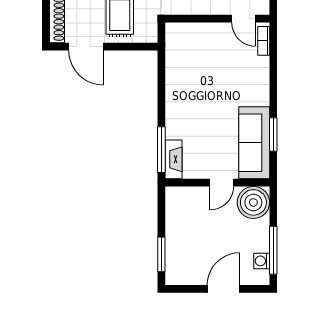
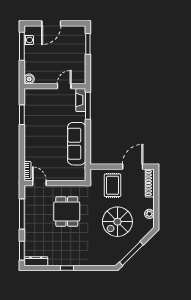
door: (86, 47) -> (133, 167), hinge flipped
sofa: (254, 143) -> (77, 144), moved, turned 180
door: (222, 183) -> (64, 86), moved
boiler: (253, 202) -> (29, 79), width x0.54, depth x0.54

